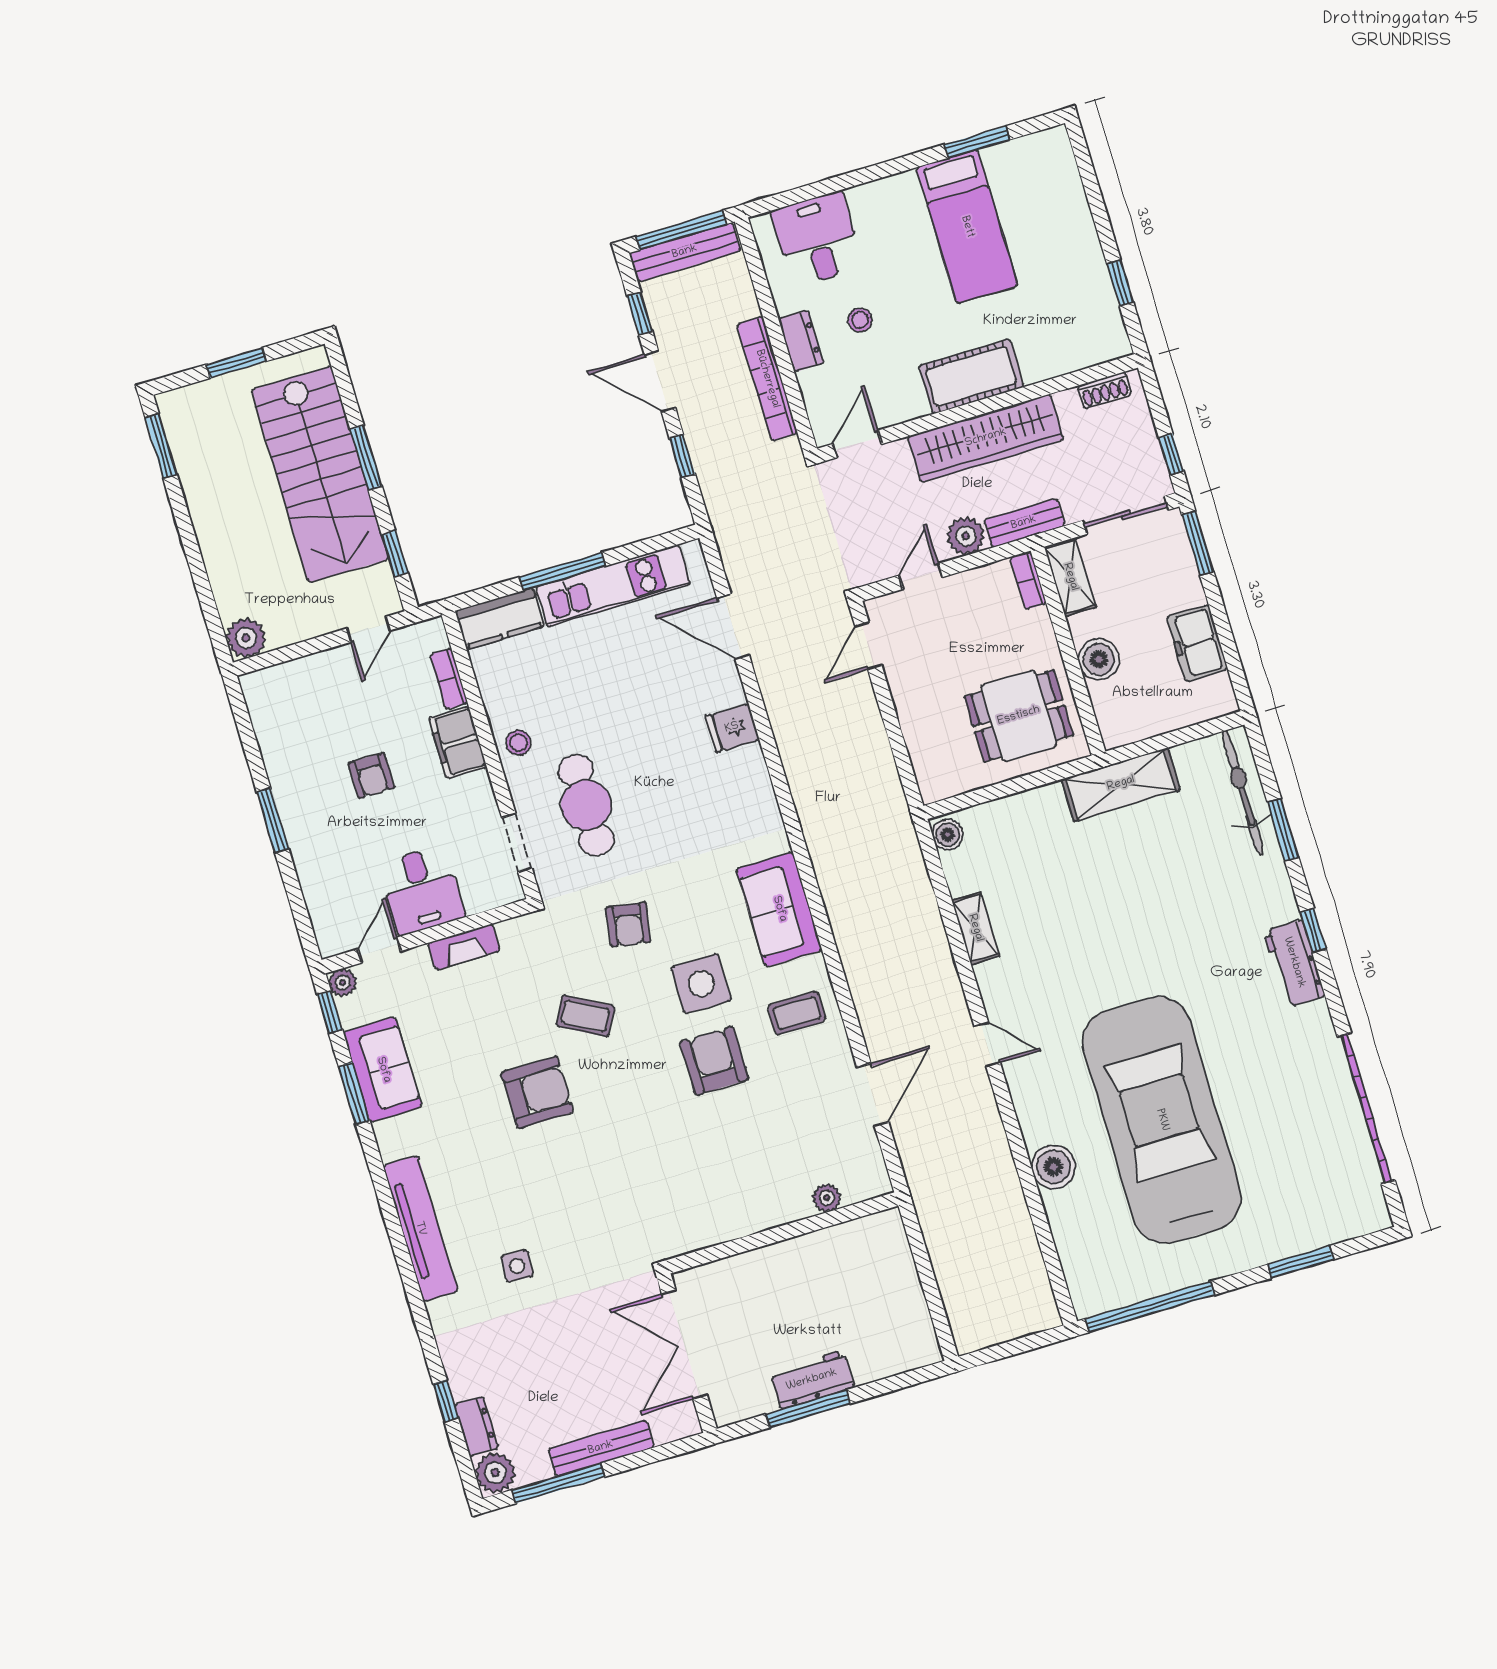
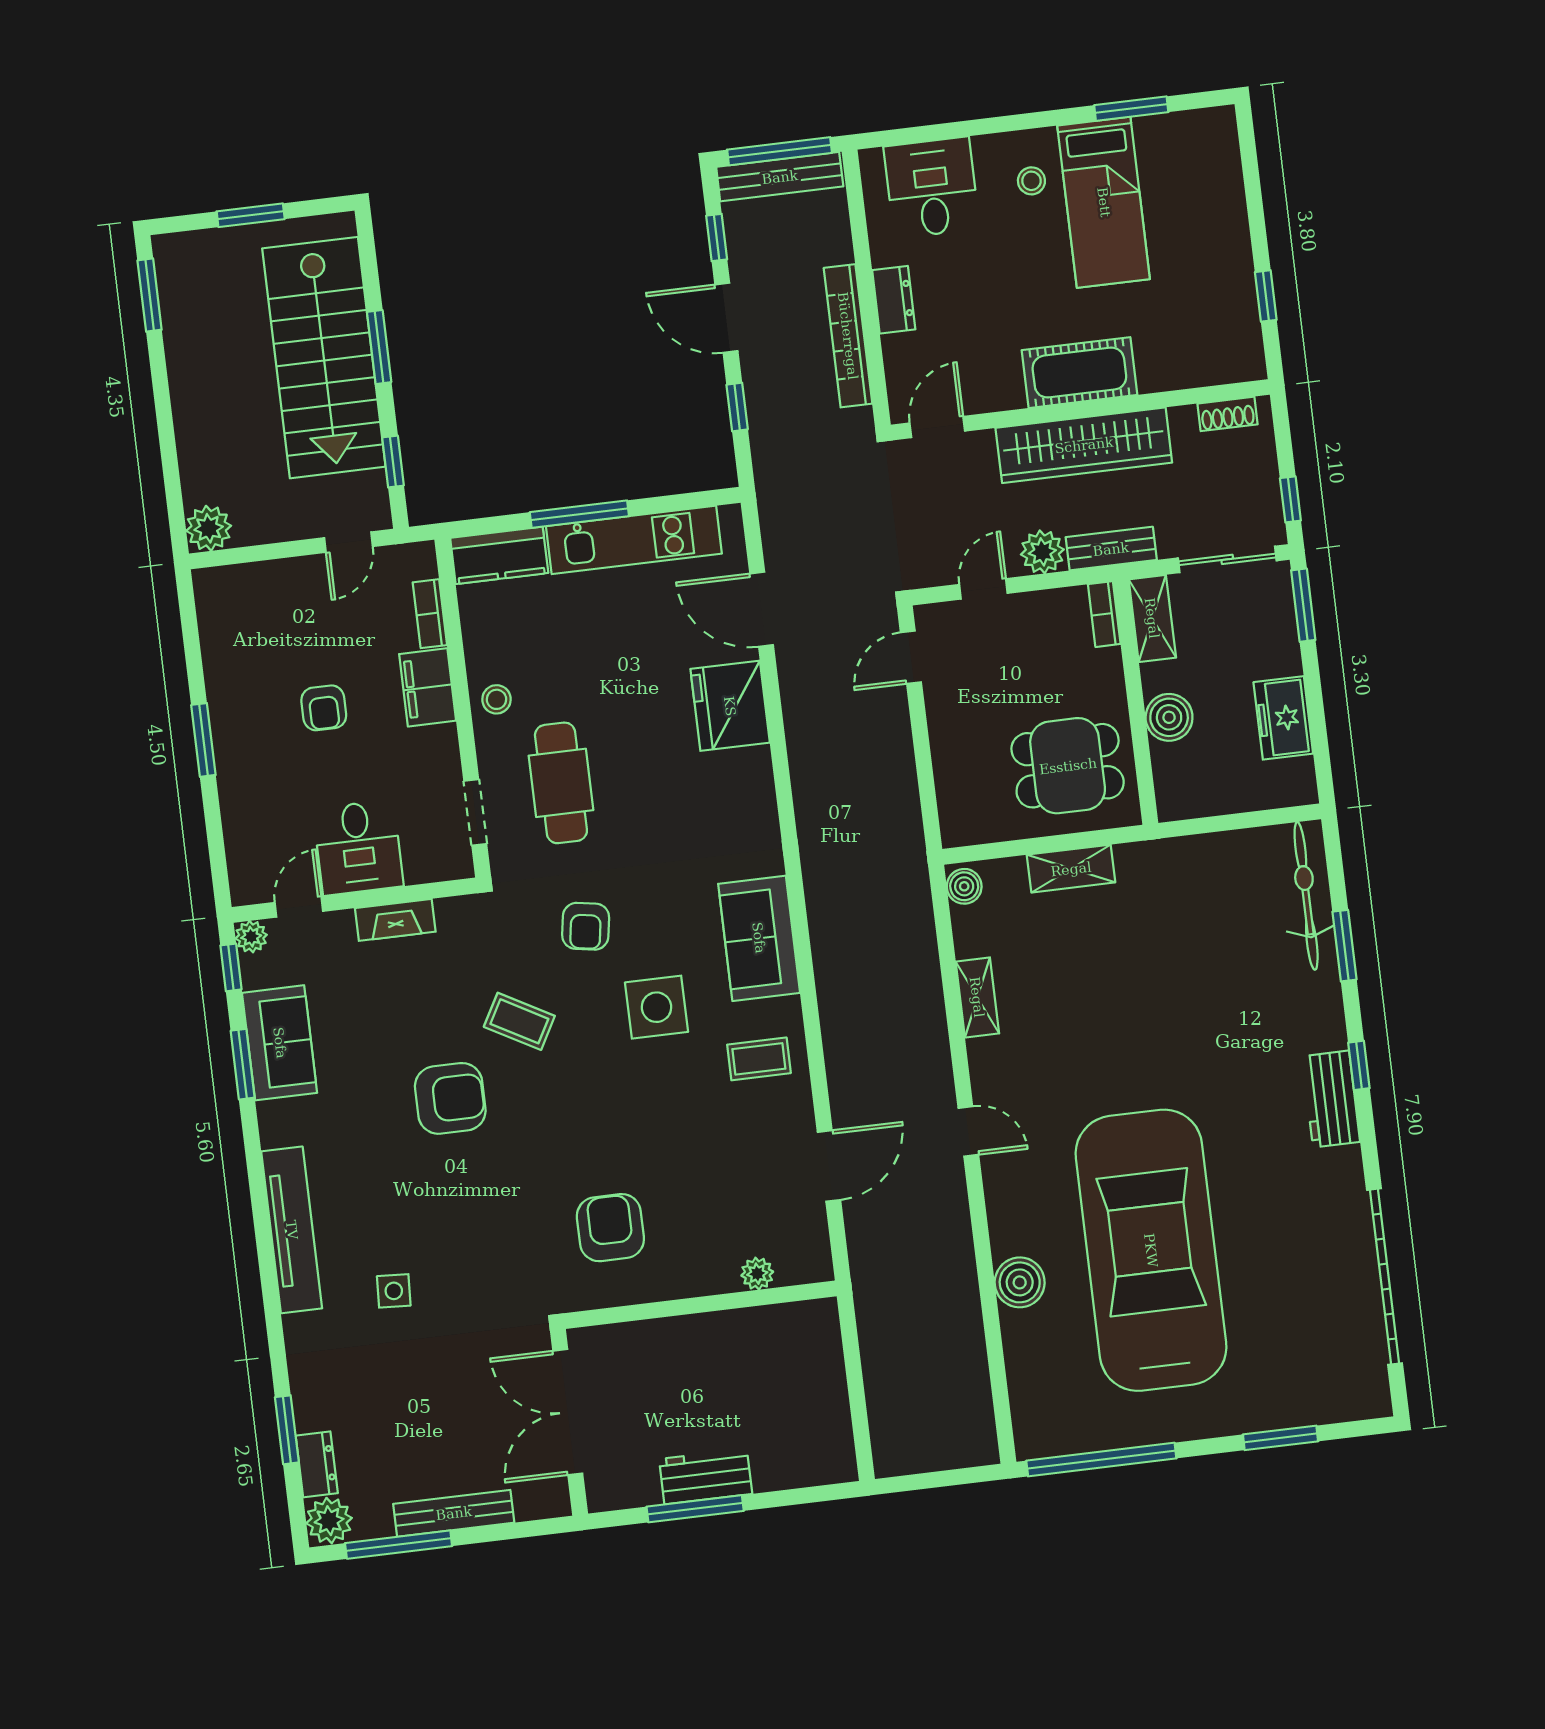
stool: (860, 320) -> (1031, 181), moved
fridge: (732, 728) -> (730, 706), width x1.88, depth x1.34
shelving: (1121, 784) -> (1071, 869), moved, width x0.67, depth x0.75
armchair: (714, 1061) -> (610, 1228), moved
window: (446, 1401) -> (287, 1430), width x1.50

